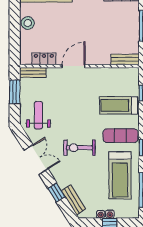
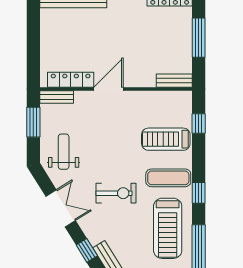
stool: (28, 23) -> (50, 34), removed
locker: (44, 59) -> (71, 80), width x1.53
exercise bike: (79, 148) -> (116, 193), turned 180

